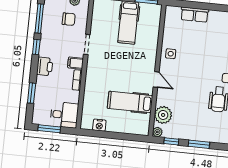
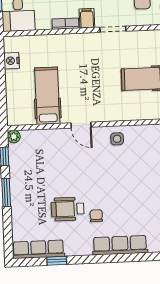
door: (156, 80) -> (81, 125), hinge flipped
plant: (163, 115) -> (37, 141), removed

